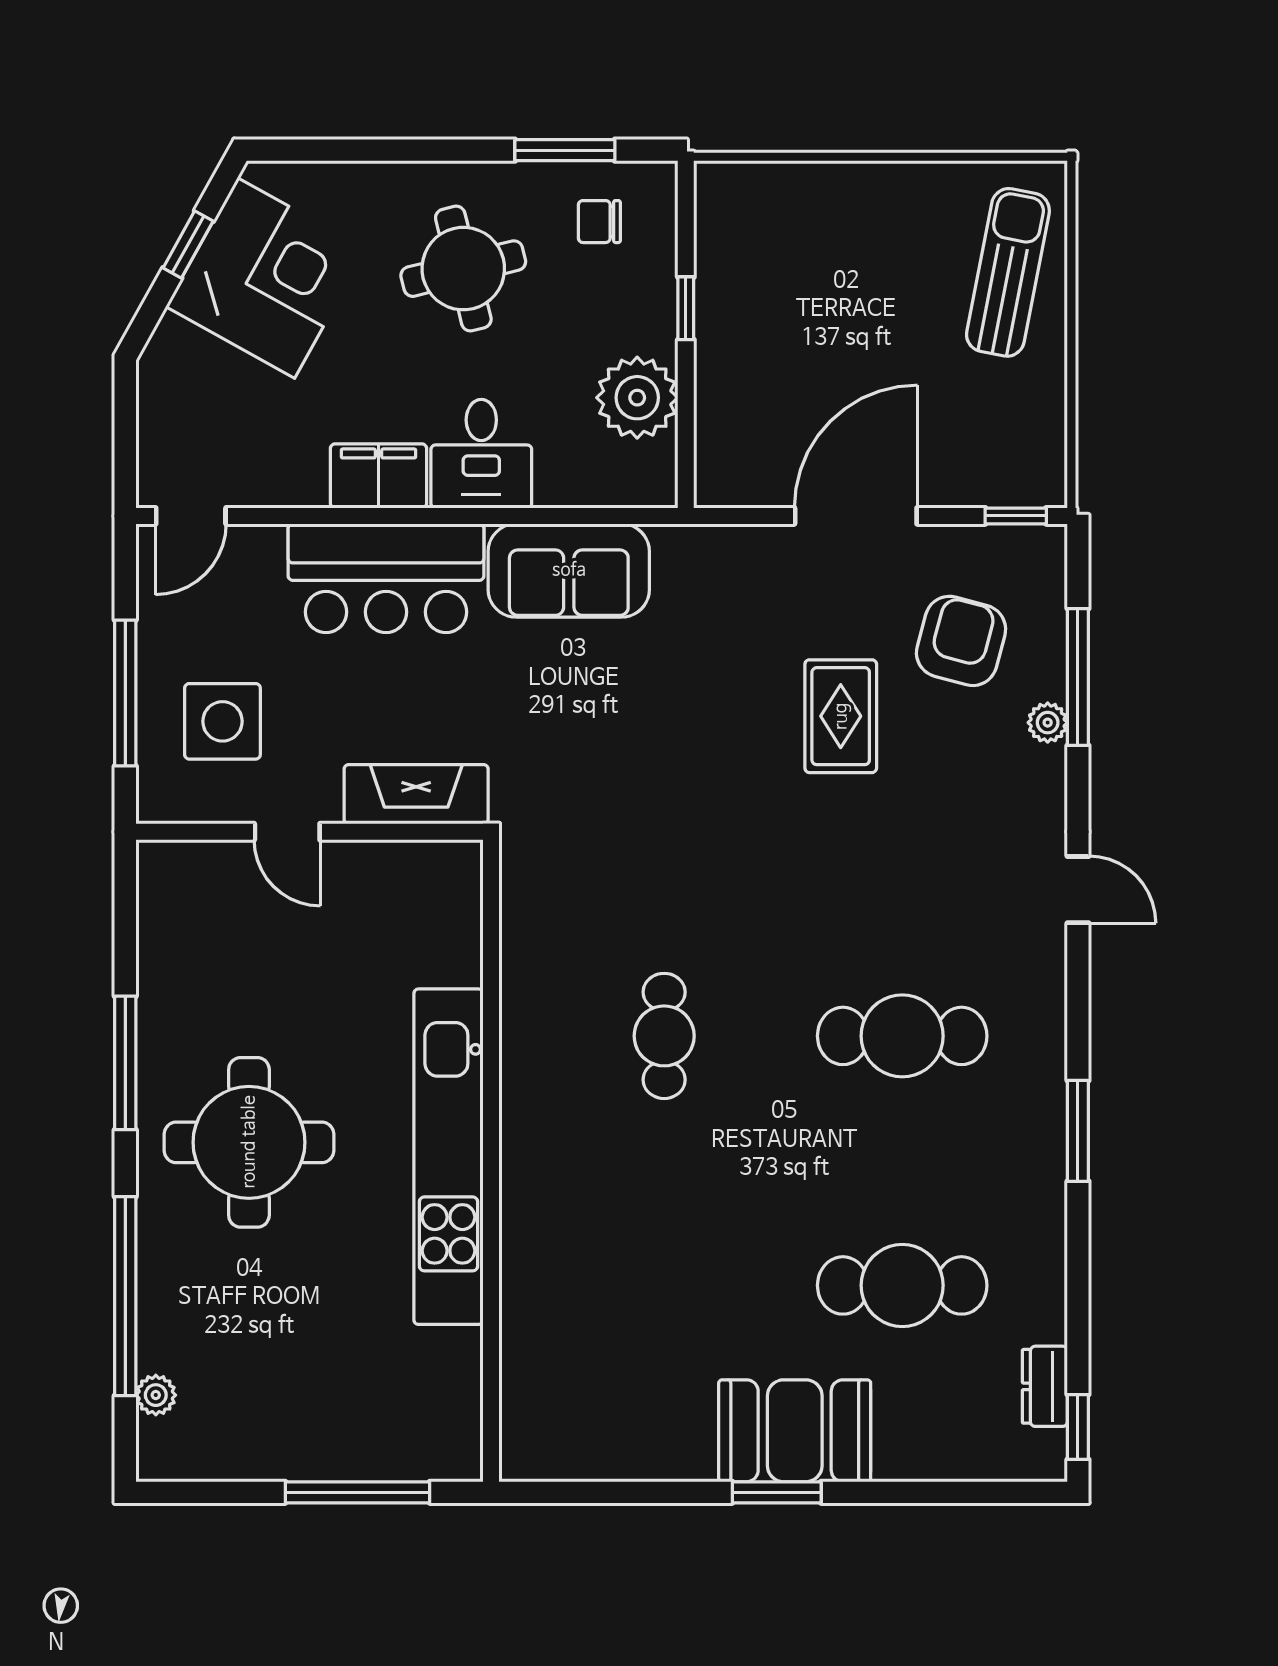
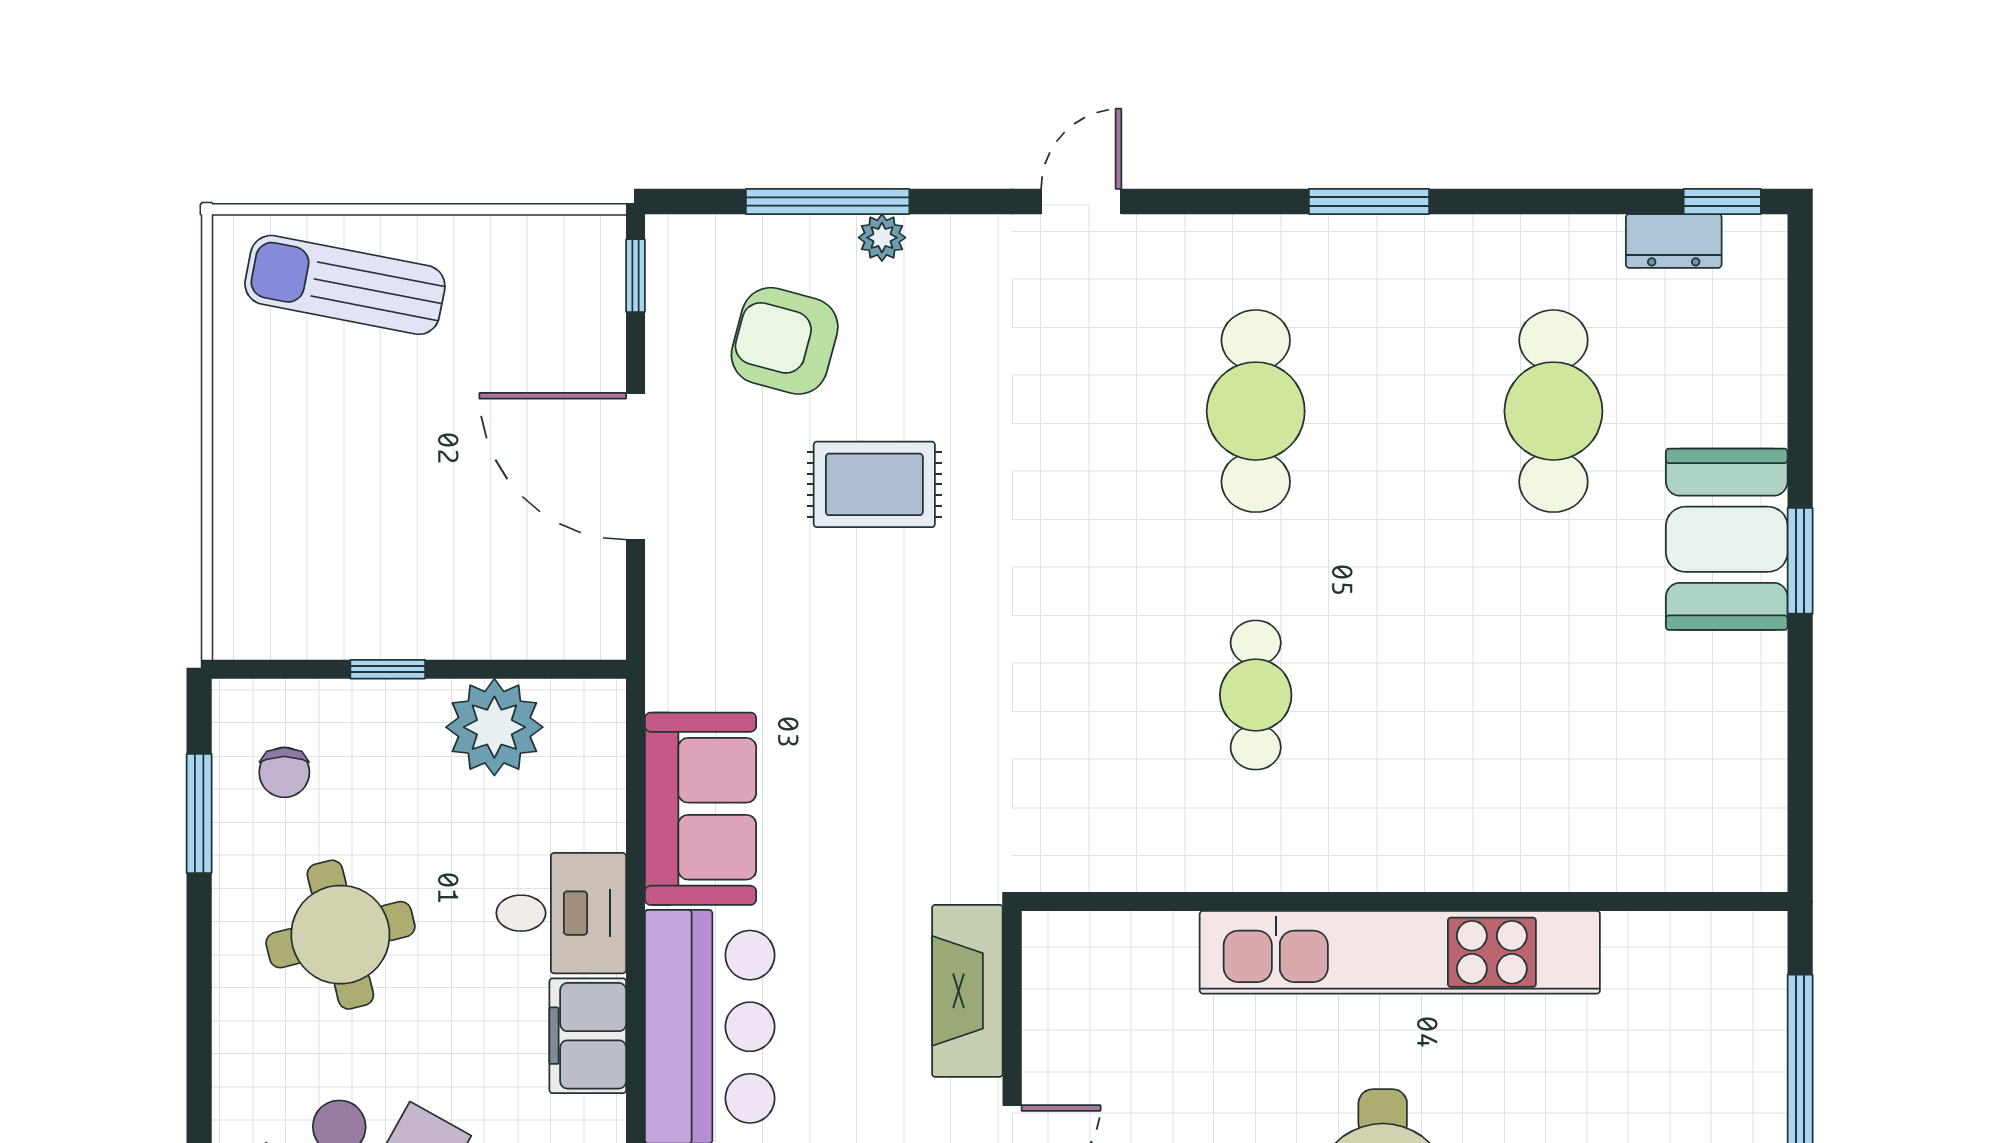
cafe table: (664, 1036) -> (1256, 695), turned 90

